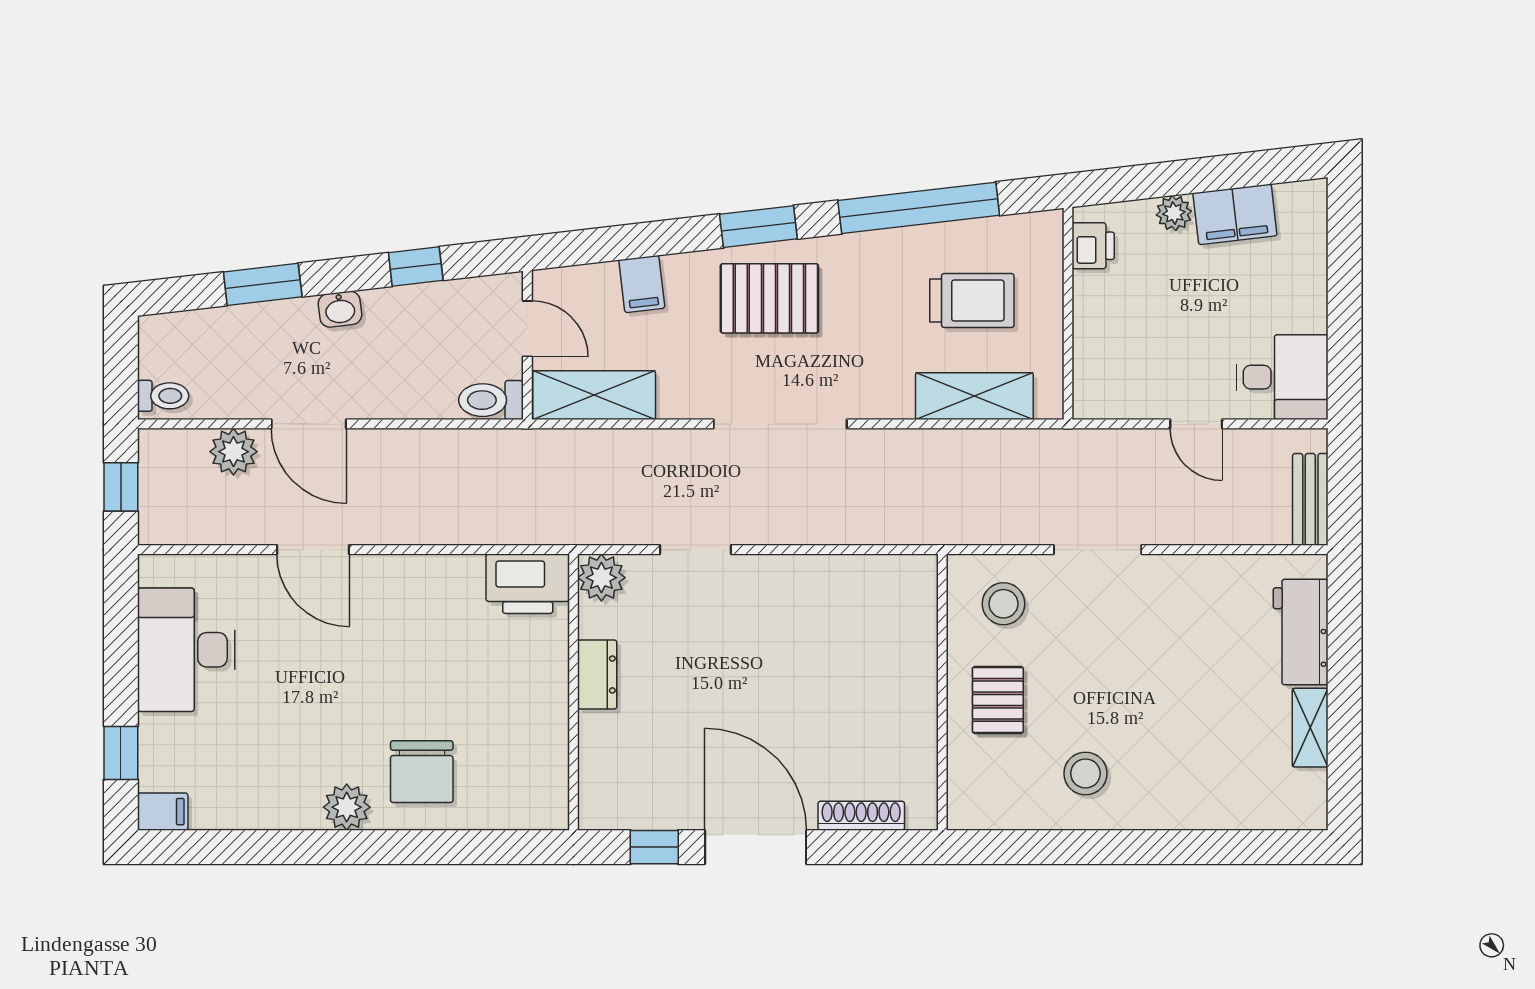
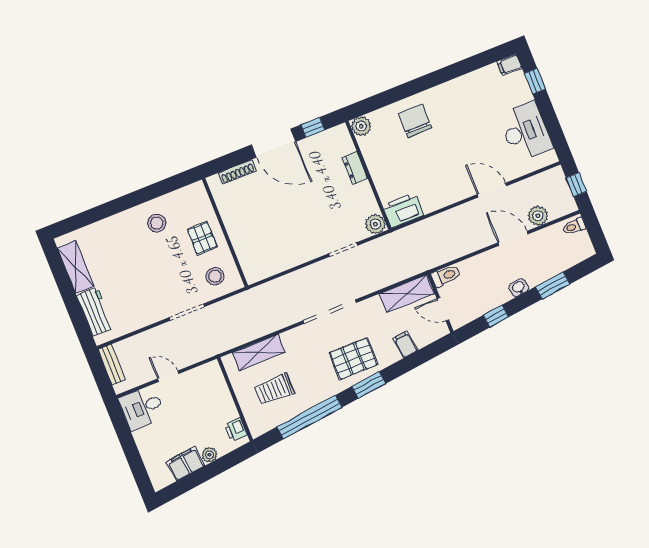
dresser: (597, 674) -> (355, 168), moved
shelving: (1310, 728) -> (76, 267), width x1.50, depth x1.33
plant: (347, 807) -> (361, 126), moved

